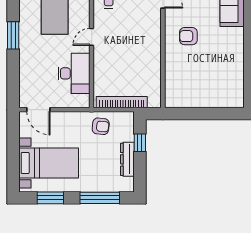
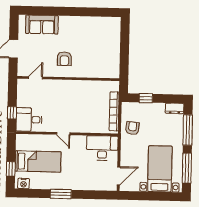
desk: (74, 73) -> (102, 148), moved
dresser: (127, 159) -> (175, 108), moved, width x0.70
window: (50, 198) -> (187, 168), width x1.44

